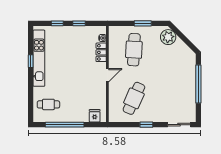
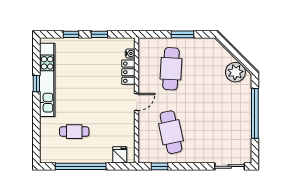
plant: (168, 37) -> (235, 72), moved
cafe table: (134, 98) -> (171, 132), turned -36
cafe table: (48, 104) -> (74, 132), moved
window: (146, 125) -> (159, 166), moved

